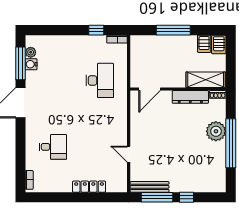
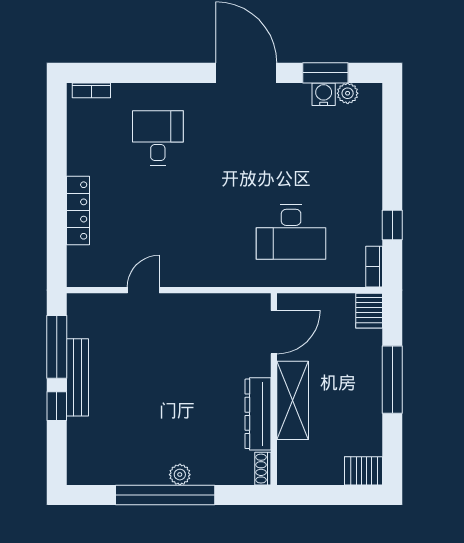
server rack: (204, 44) -> (369, 311), moved, turned -90
window: (20, 63) -> (325, 73), width x0.69
shelving: (206, 80) -> (293, 400), moved
door: (150, 89) -> (274, 332), swing flipped
plant: (216, 131) -> (180, 475), width x0.53, depth x0.53
desk: (53, 147) -> (158, 138), turned 180
bench: (150, 187) -> (77, 377), moved

